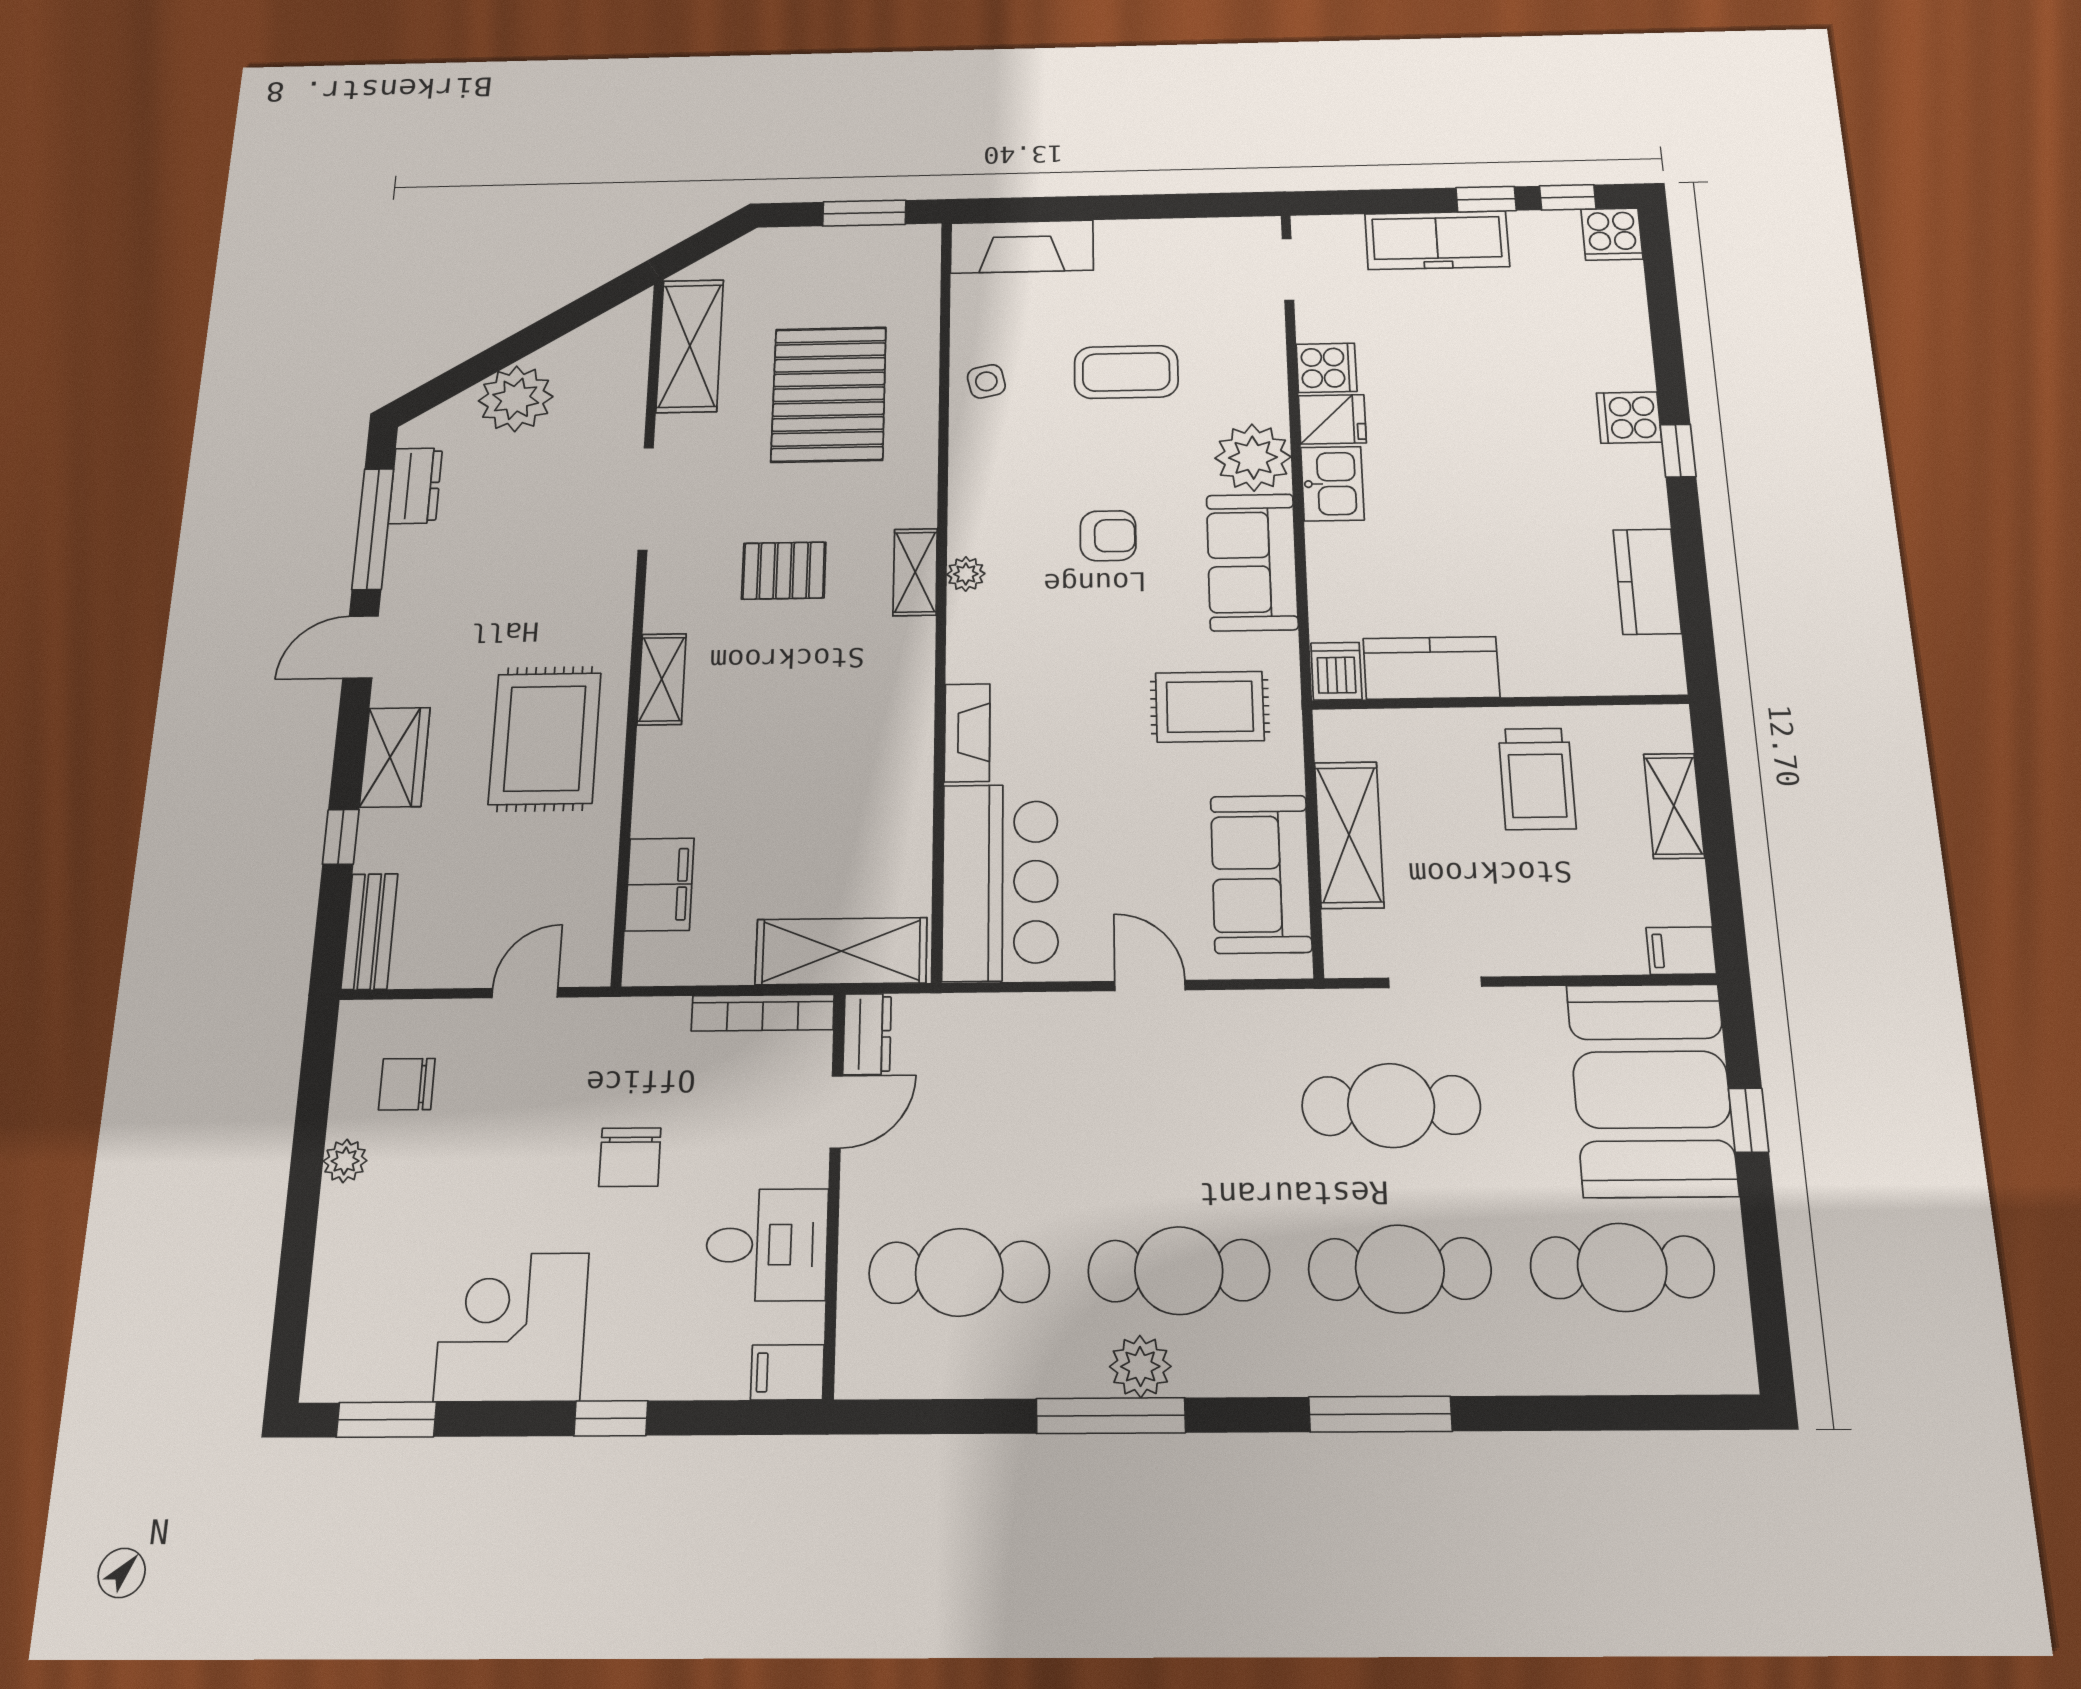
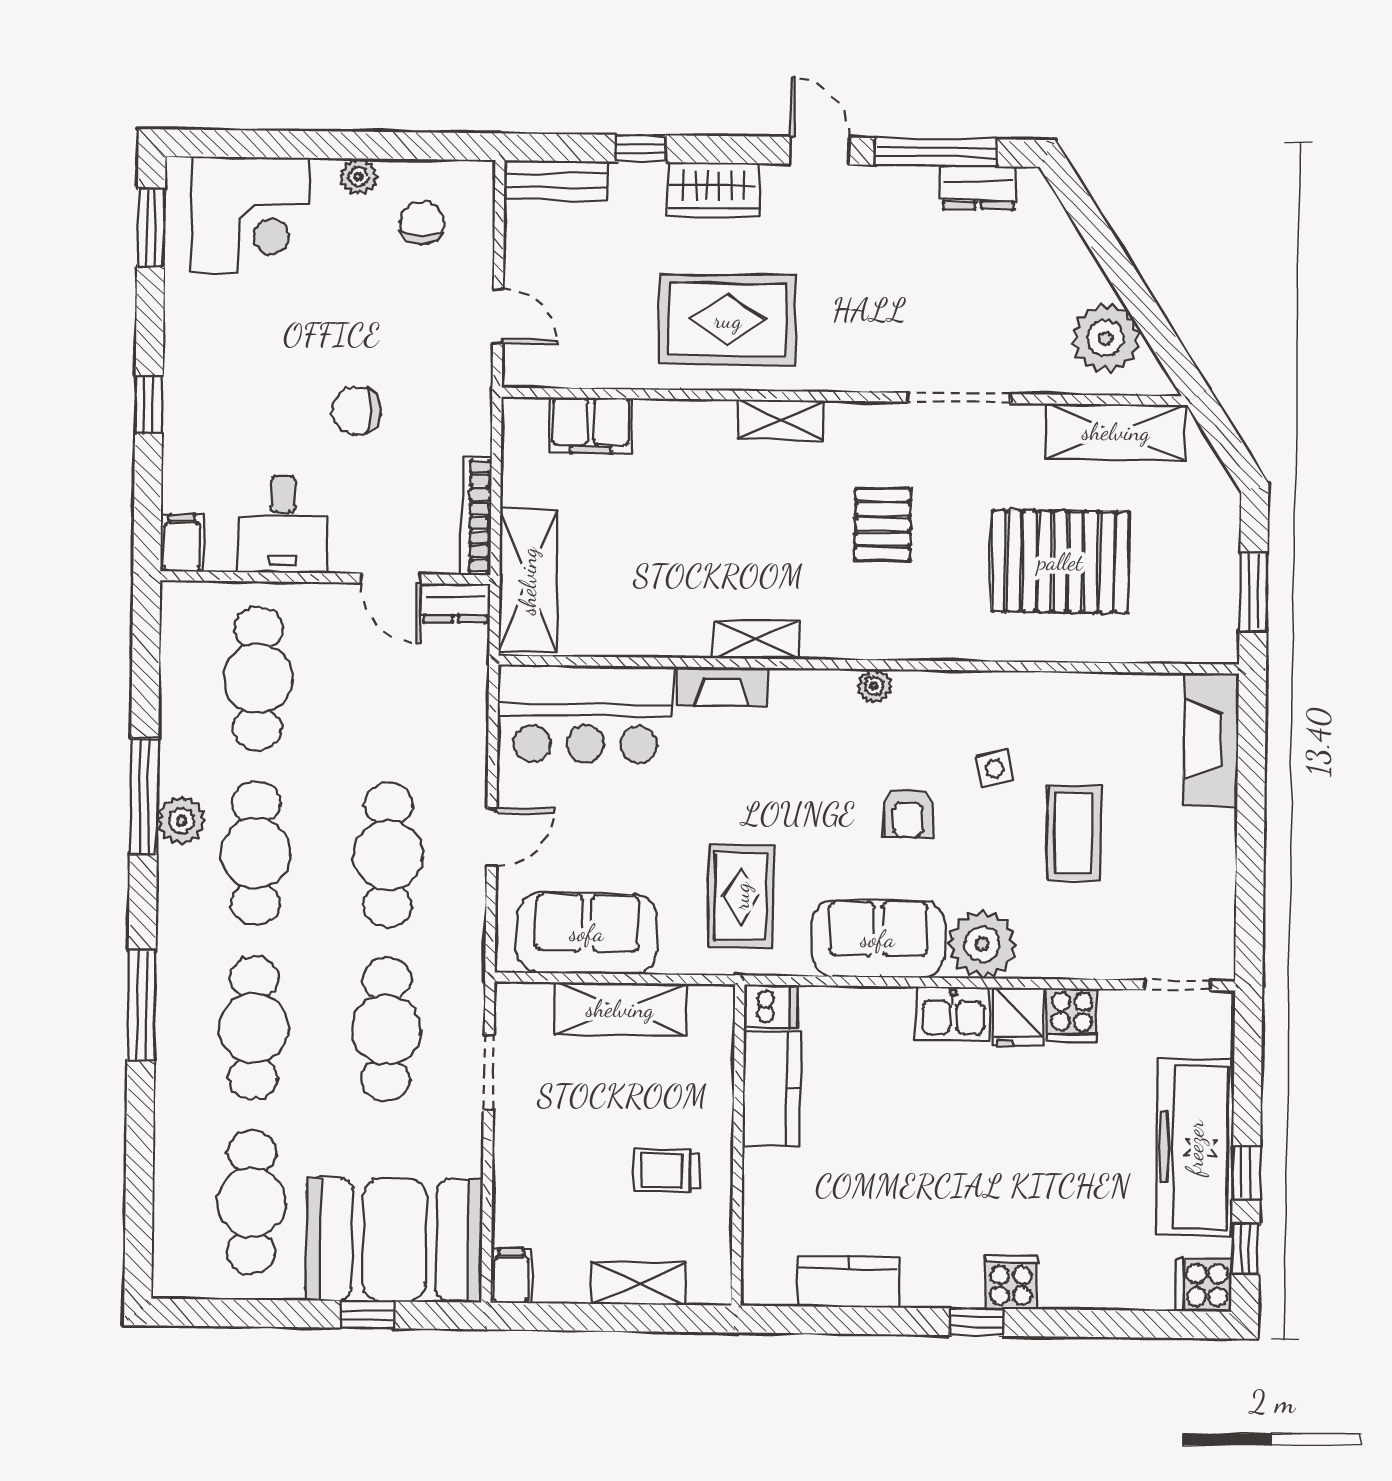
freezer: (1437, 240) -> (1195, 1148), width x1.36, depth x1.26
side table: (986, 381) -> (994, 769), moved
plant: (516, 399) -> (1106, 338), moved
shelving: (915, 572) -> (756, 640), moved
trolley: (1537, 779) -> (666, 1171), width x0.73, depth x0.72
cafe table: (1175, 1108) -> (388, 855), added
corner desk: (512, 1327) -> (250, 215), moved, turned 90

